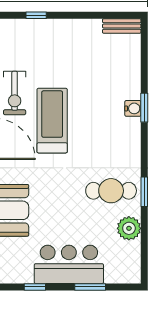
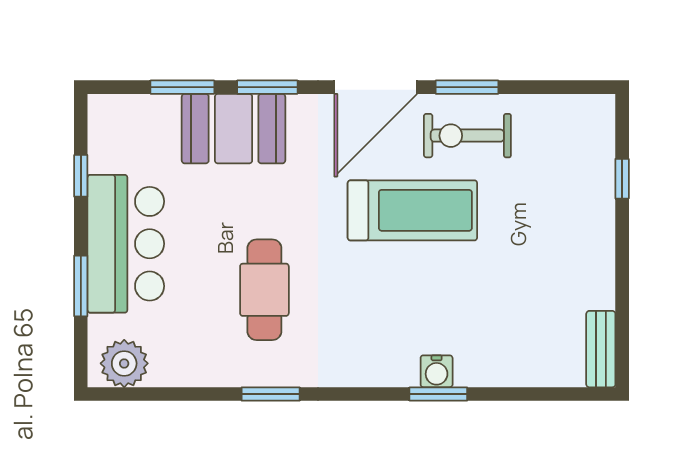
cafe table: (111, 191) -> (264, 290), moved
plant: (129, 228) -> (124, 363), moved

